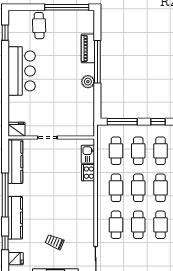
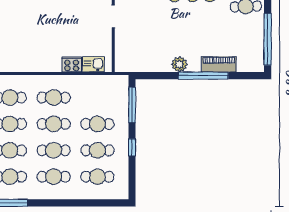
cafe table: (116, 151) -> (97, 98), removed

